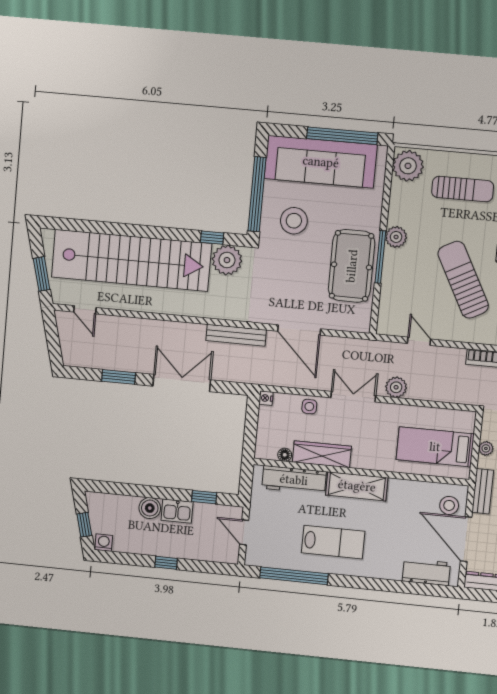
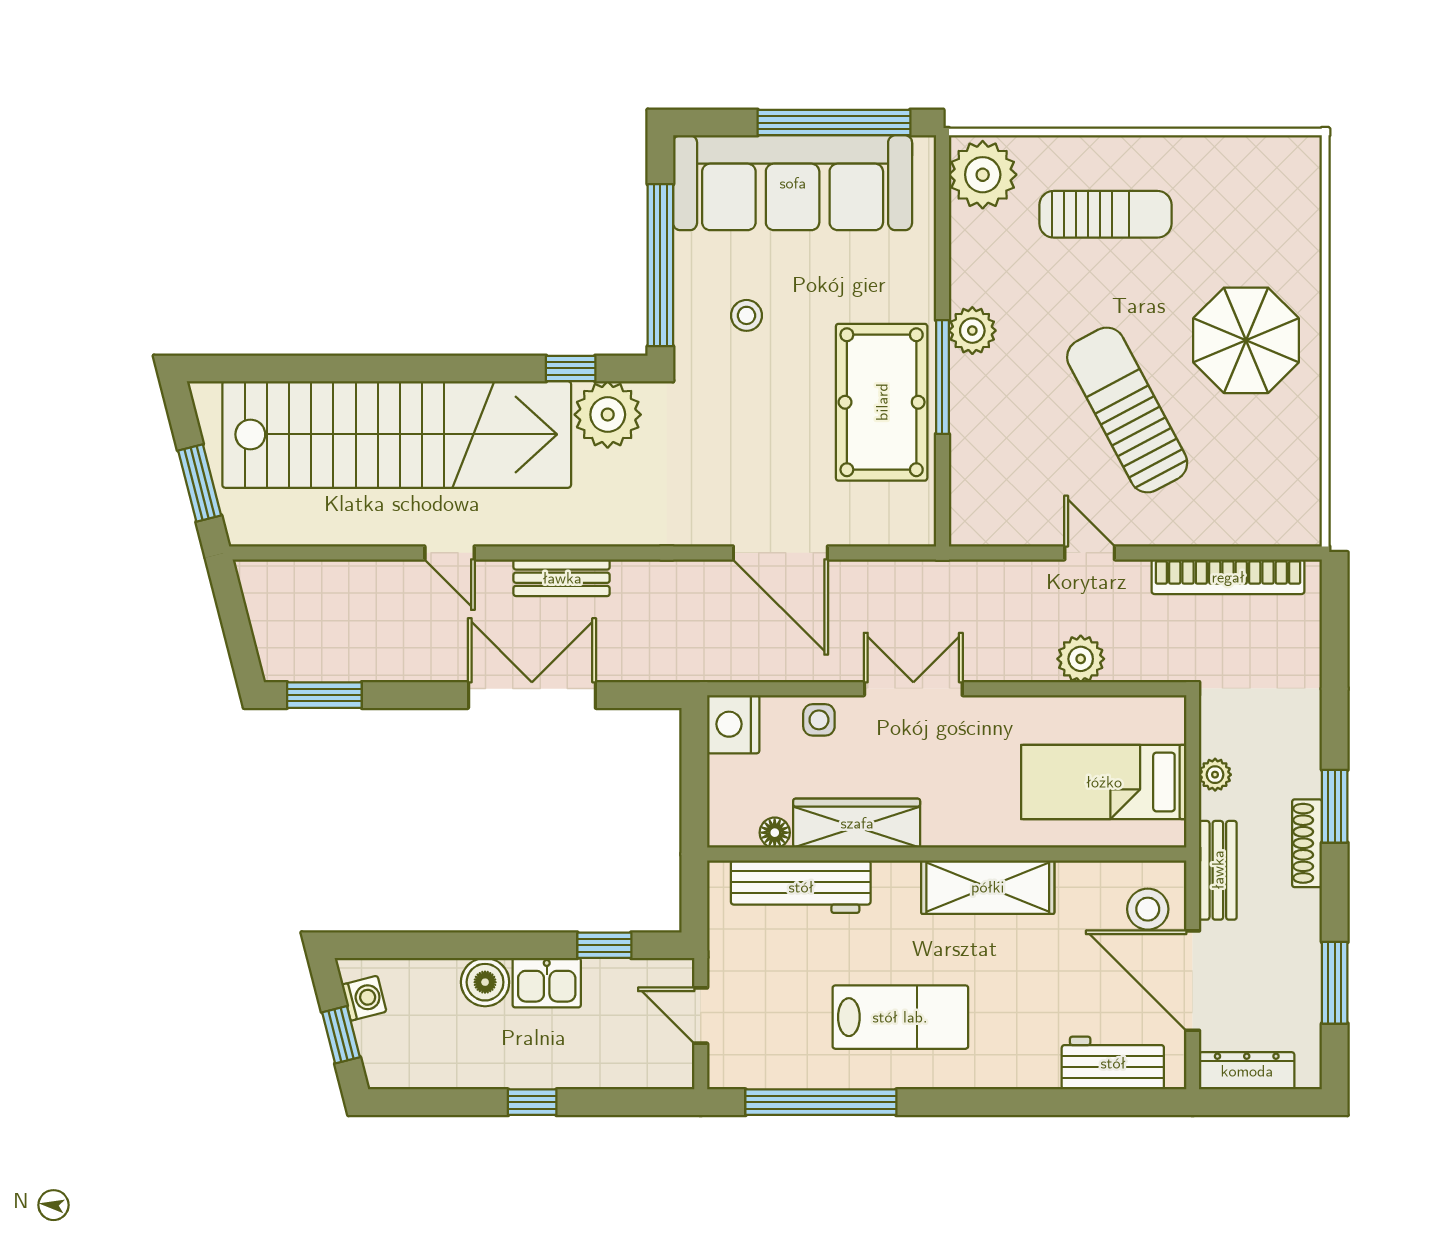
stool: (294, 221) -> (746, 315), width x0.53, depth x0.53
door: (85, 310) -> (450, 553), moved
bench: (236, 335) -> (562, 578), moved, width x0.73
door: (419, 341) -> (1090, 553), moved
window: (119, 377) -> (324, 695), moved
plant: (396, 387) -> (1081, 659), moved
nightstand: (266, 398) -> (733, 724), width x1.89, depth x1.79
shelving: (357, 486) -> (988, 887), moved
washing machine: (104, 543) -> (364, 998), moved, turned 76

